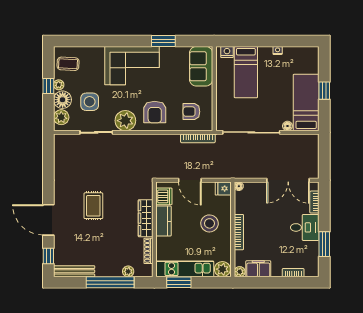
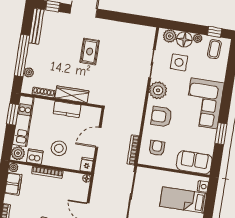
window: (48, 86) -> (215, 32), moved
dishwasher: (164, 196) -> (35, 157), moved, turned 180
rug: (93, 206) -> (90, 52), turned 90

